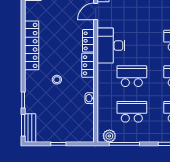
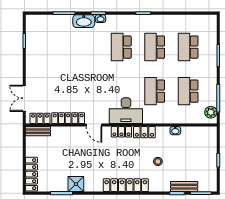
bench: (30, 128) -> (184, 187), moved

